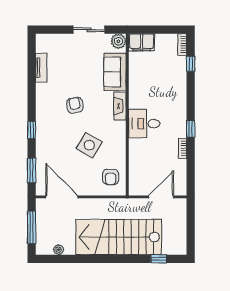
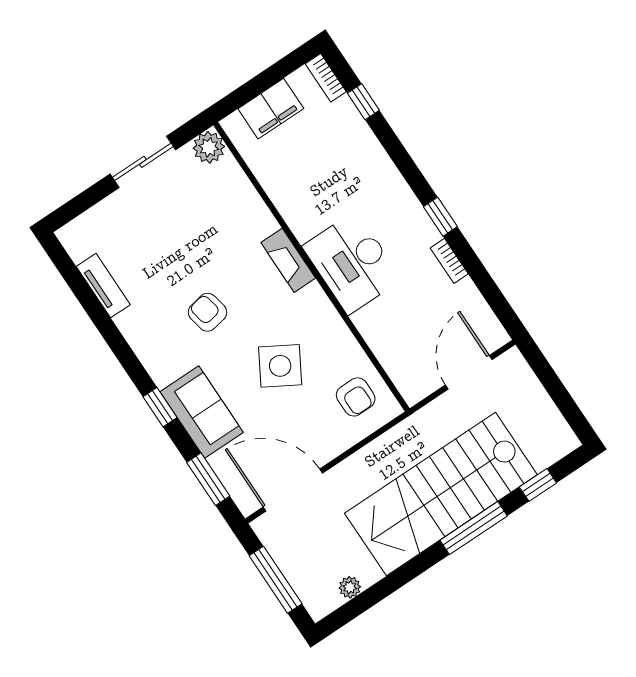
filing cabinet: (142, 42) -> (271, 109), moved
sofa: (115, 72) -> (202, 412), moved, turned 180
desk: (144, 124) -> (352, 263), width x1.37
window: (122, 259) -> (474, 528), added

